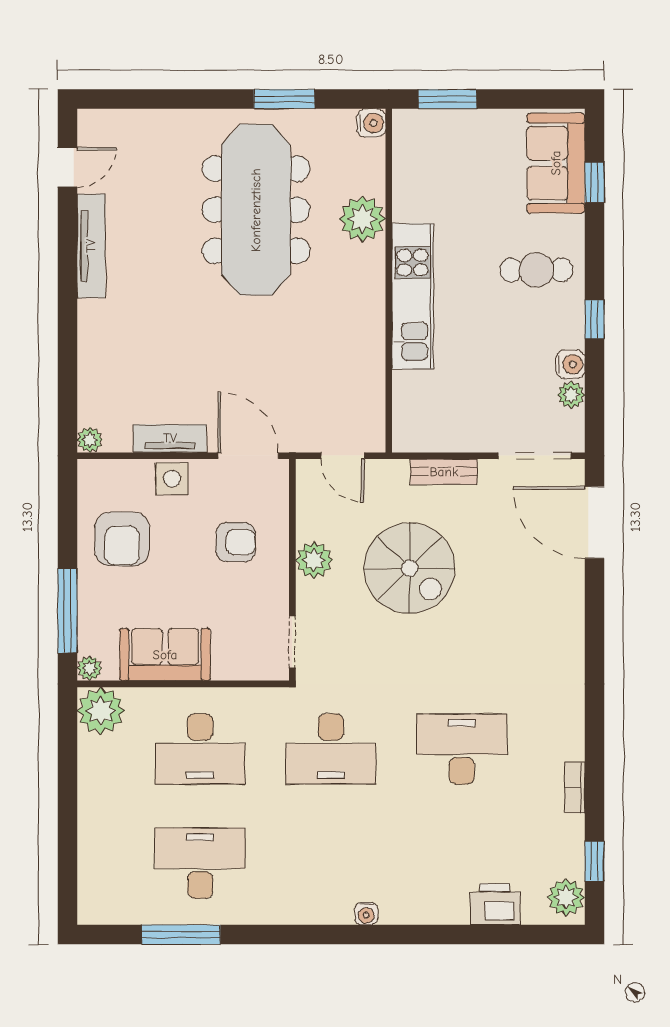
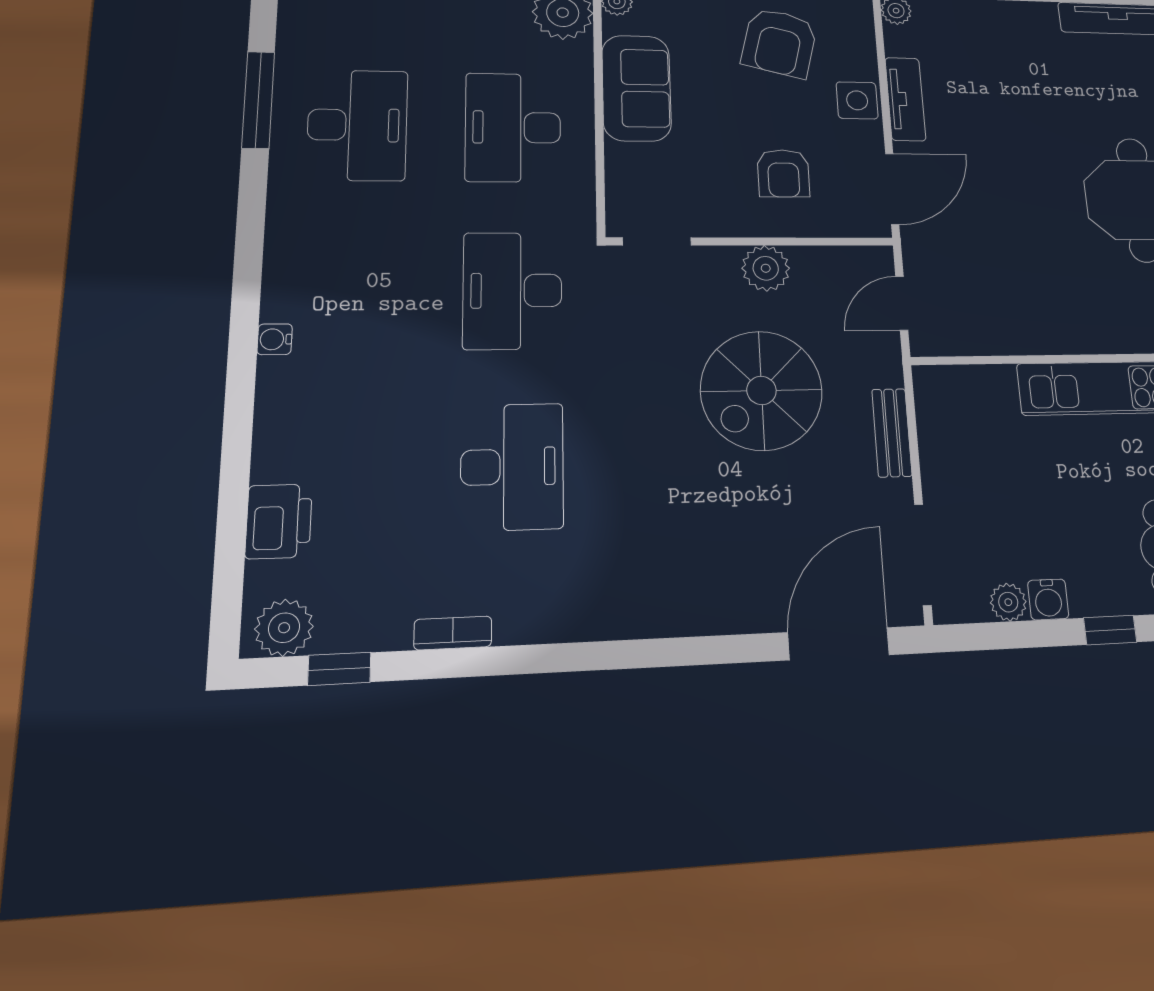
armchair: (122, 539) -> (779, 43), turned -76

